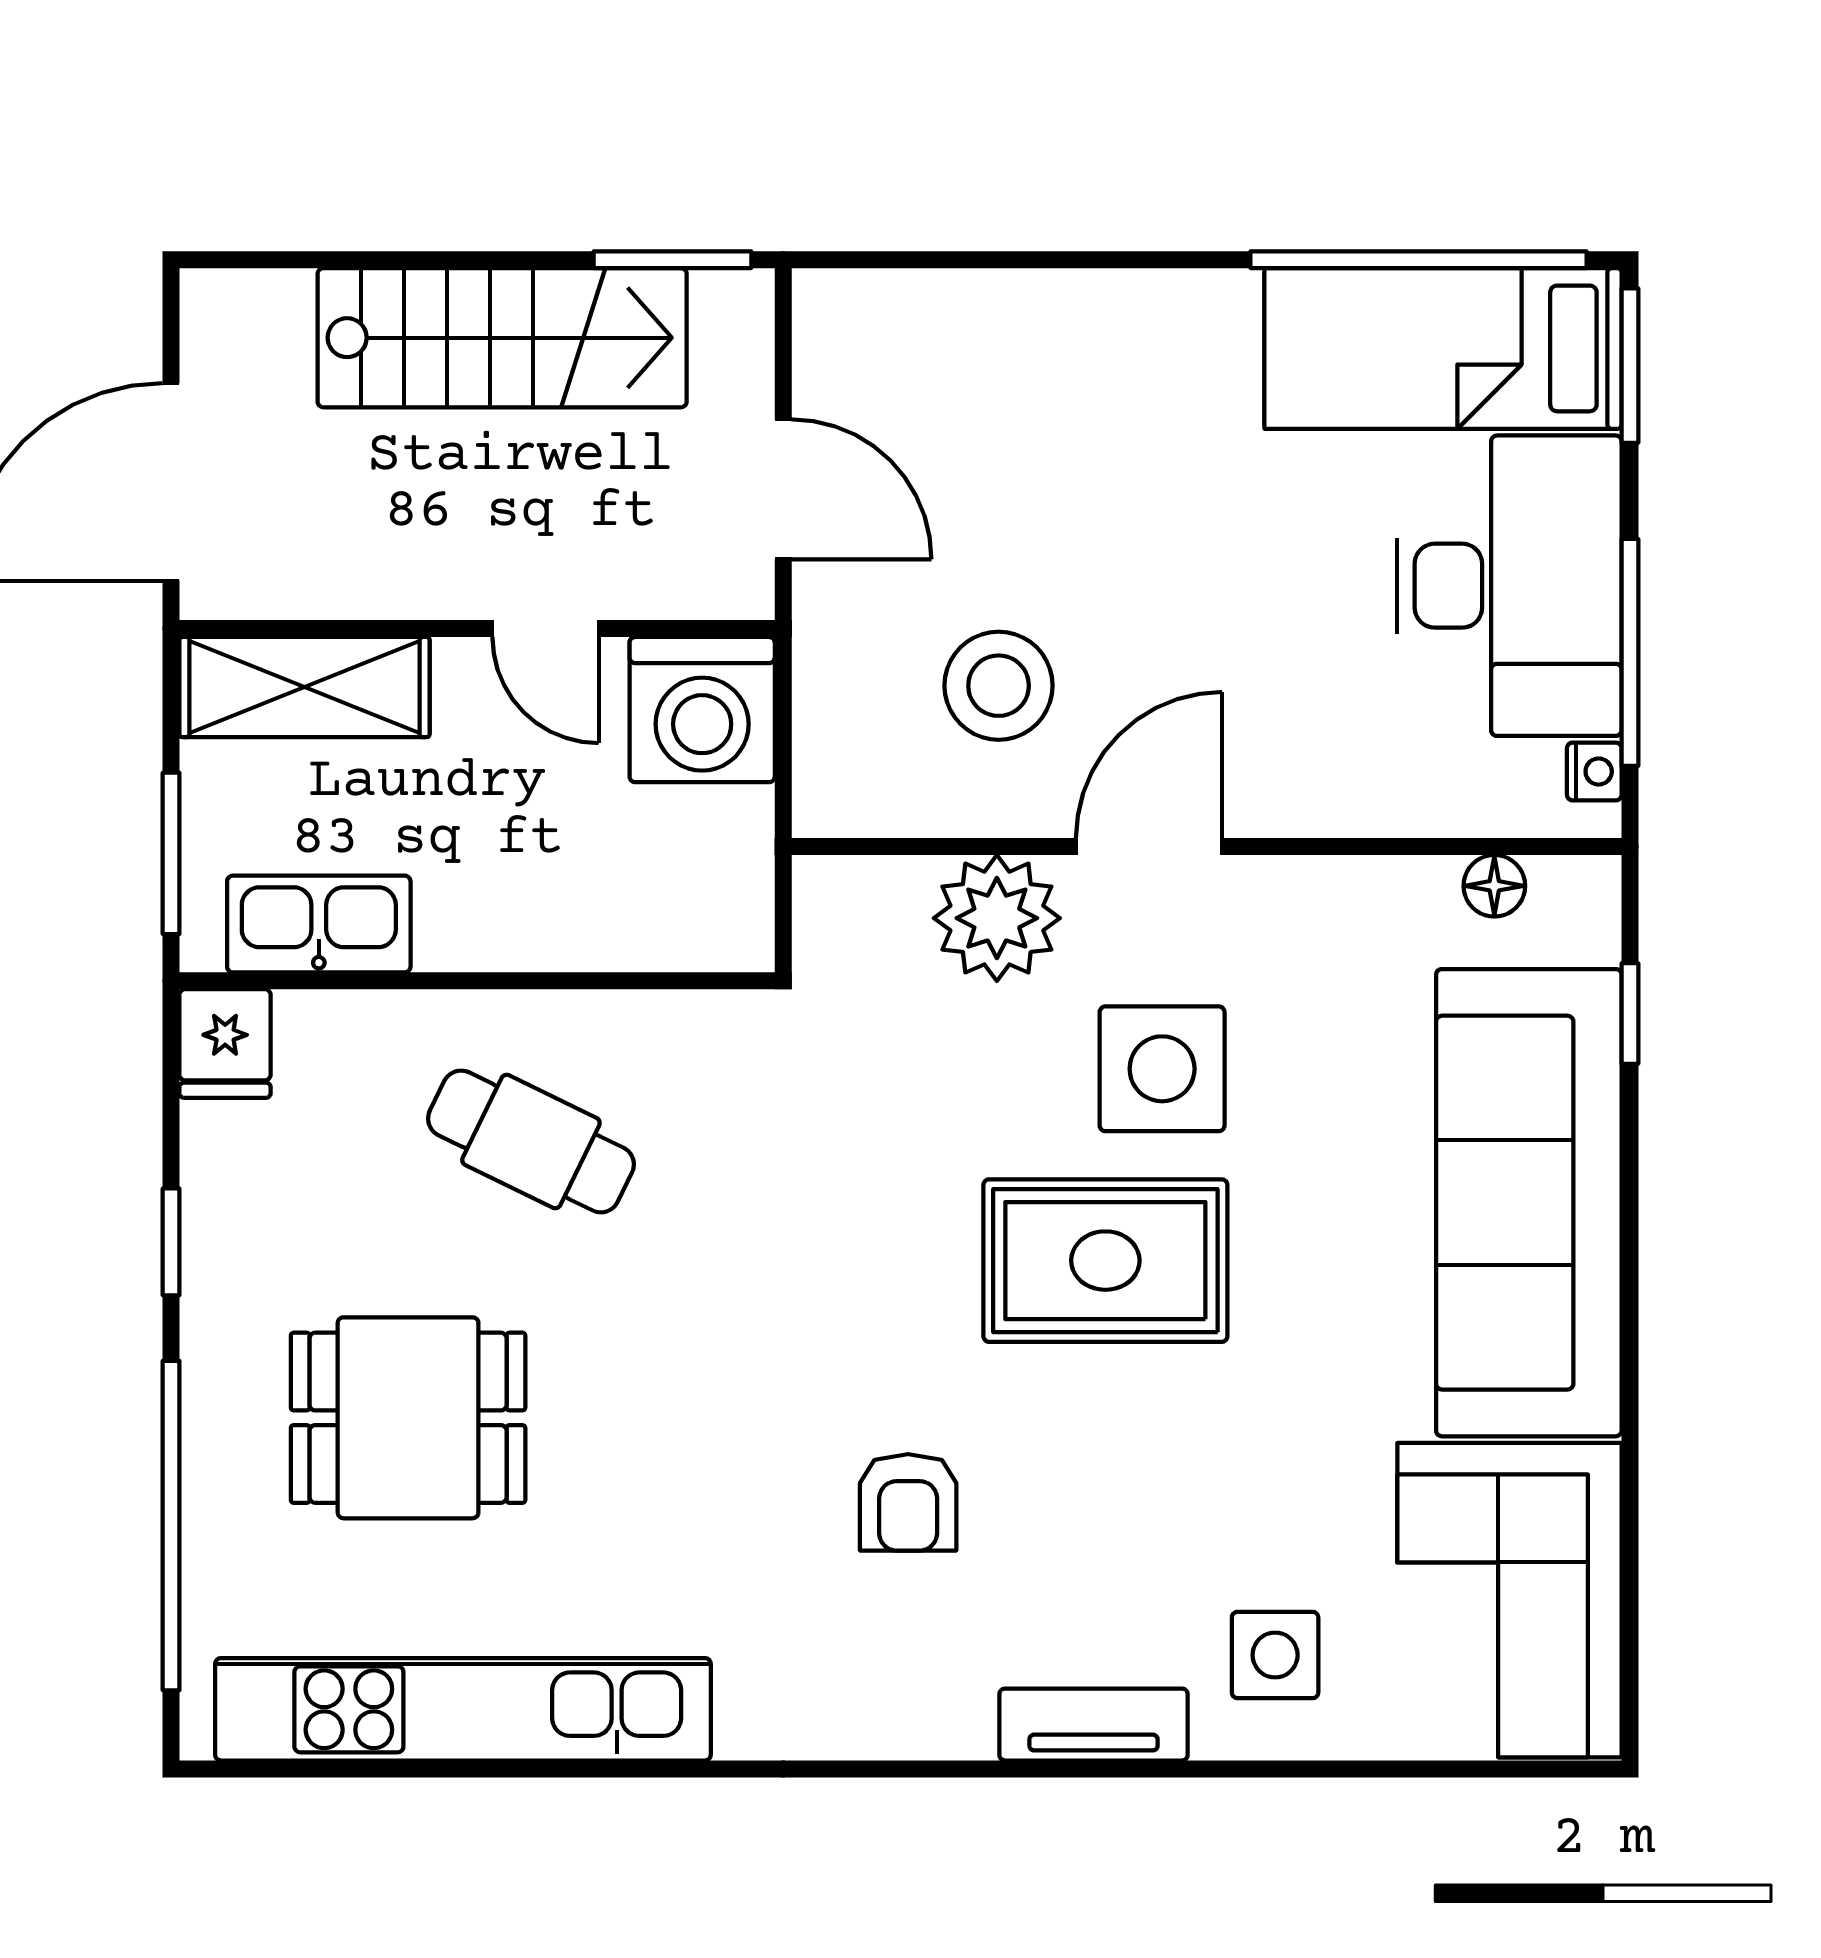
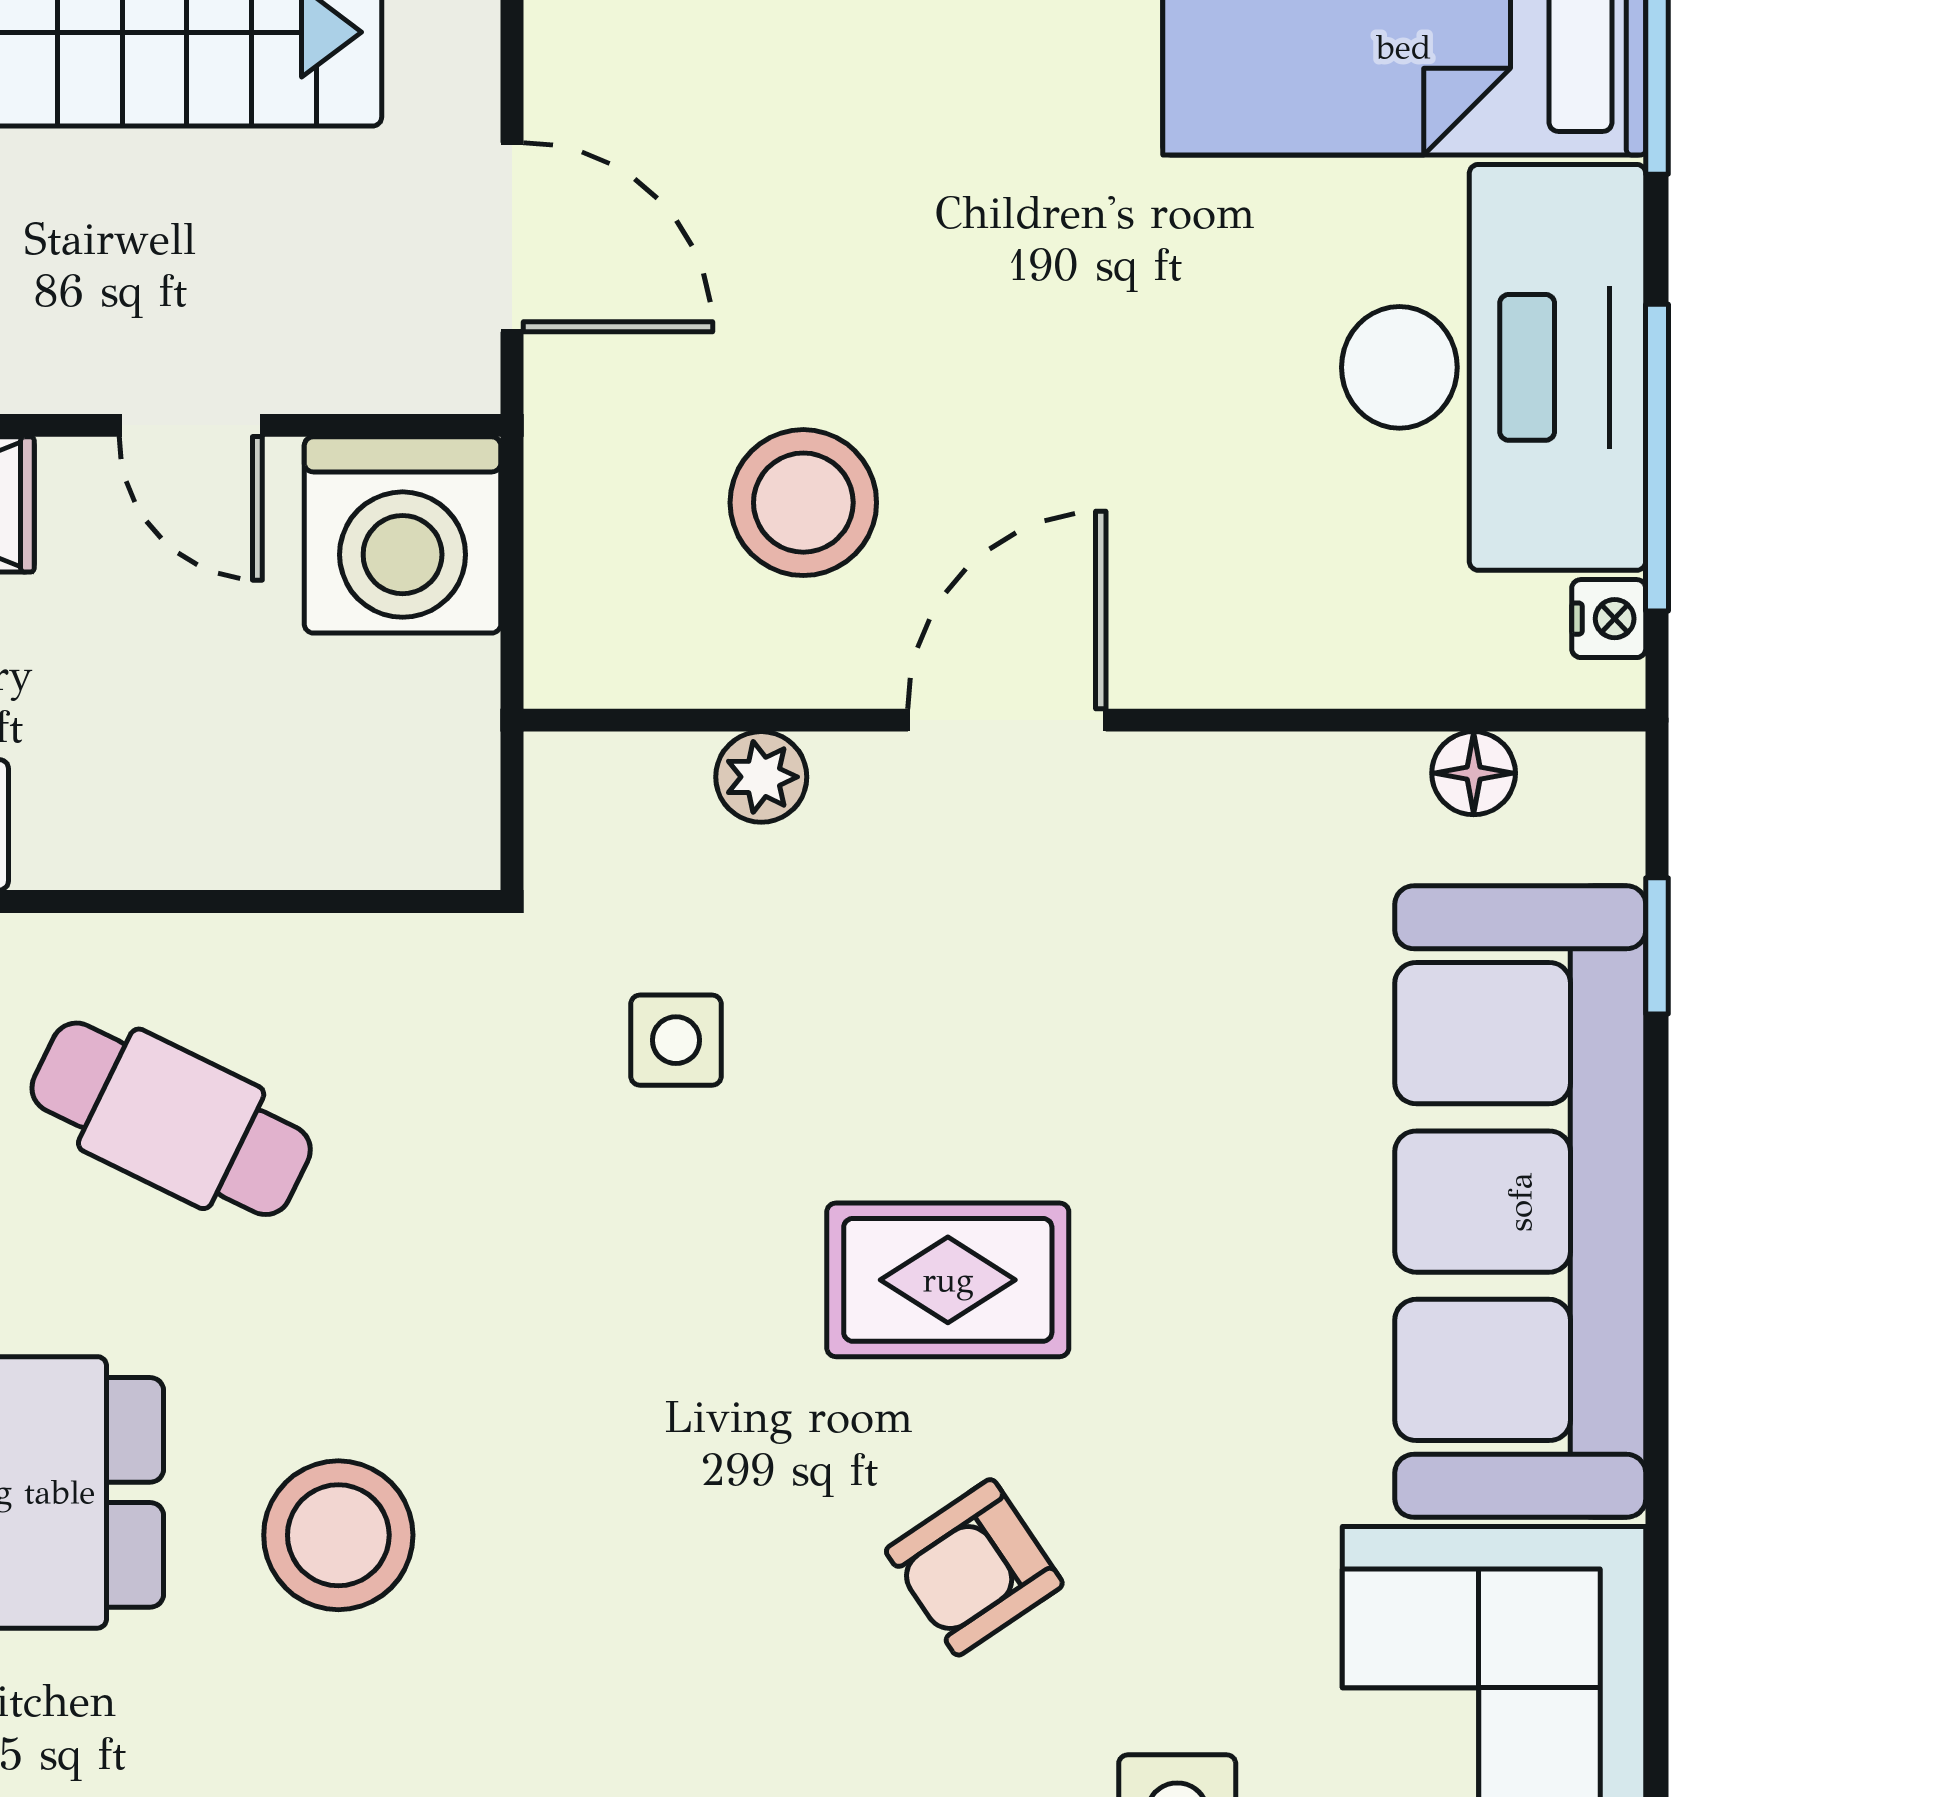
plant: (997, 918) -> (761, 777), width x0.53, depth x0.53
side table: (1162, 1069) -> (676, 1040), moved, width x0.54, depth x0.54
rug: (1105, 1261) -> (948, 1280), width x0.73, depth x0.70
stool: (655, 1449) -> (338, 1535), added
armchair: (908, 1502) -> (974, 1567), moved, turned 56

